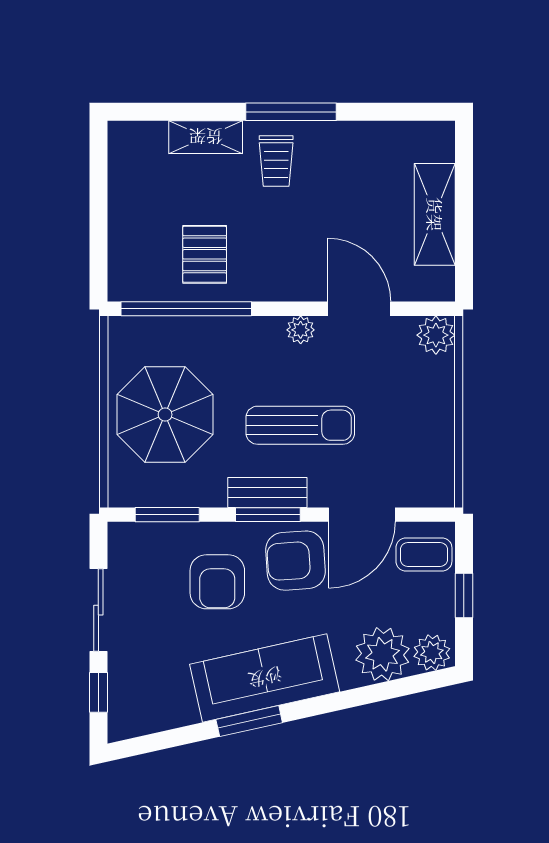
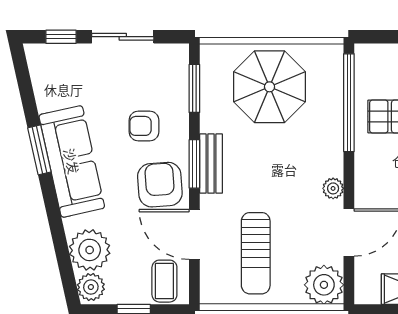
plant: (436, 335) -> (324, 285), width x1.36, depth x1.36
sun lounger: (300, 425) -> (256, 253), moved
armchair: (217, 582) -> (144, 126), width x0.72, depth x0.72

